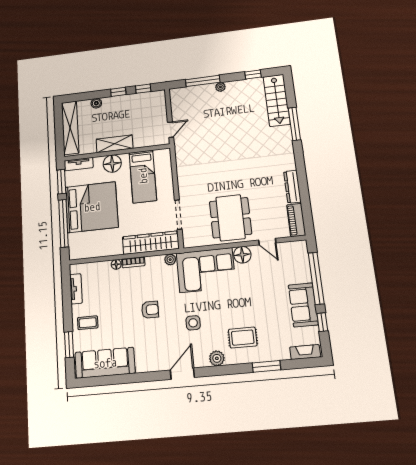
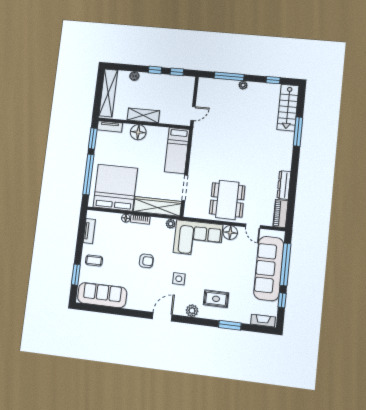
bed: (143, 176) -> (177, 151), moved
bed: (92, 207) -> (115, 188), moved, turned -90
sofa: (303, 305) -> (269, 268), width x1.85, depth x1.27

